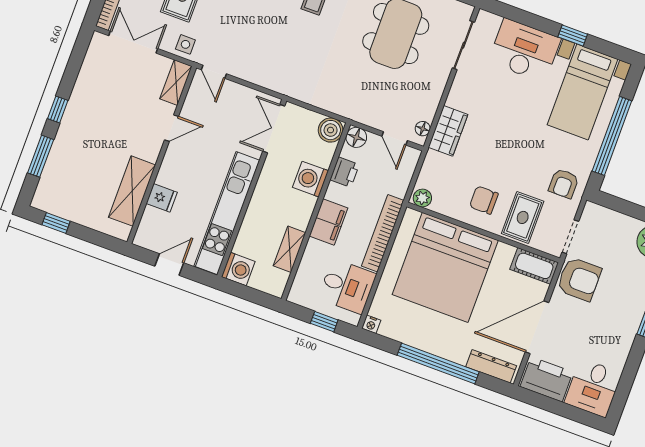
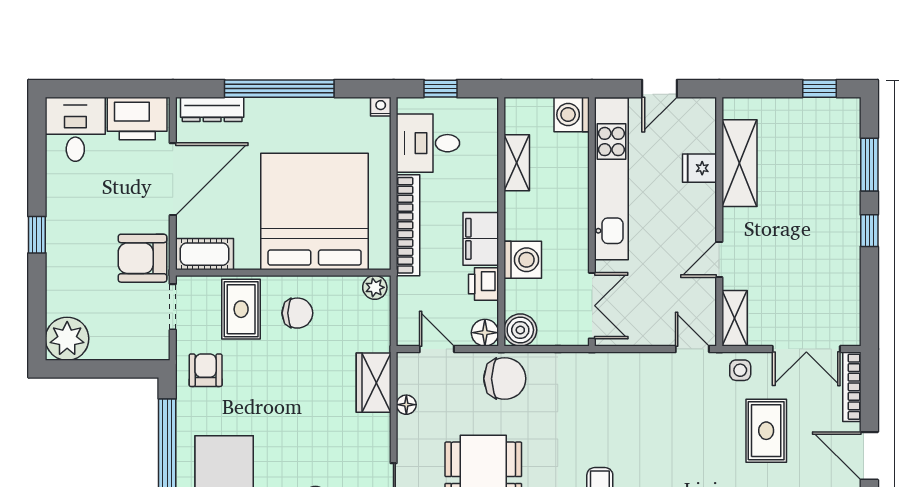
chair: (354, 100) -> (505, 379), added
floor lamp: (423, 129) -> (406, 405), moved
filing cabinet: (329, 222) -> (481, 239), moved

